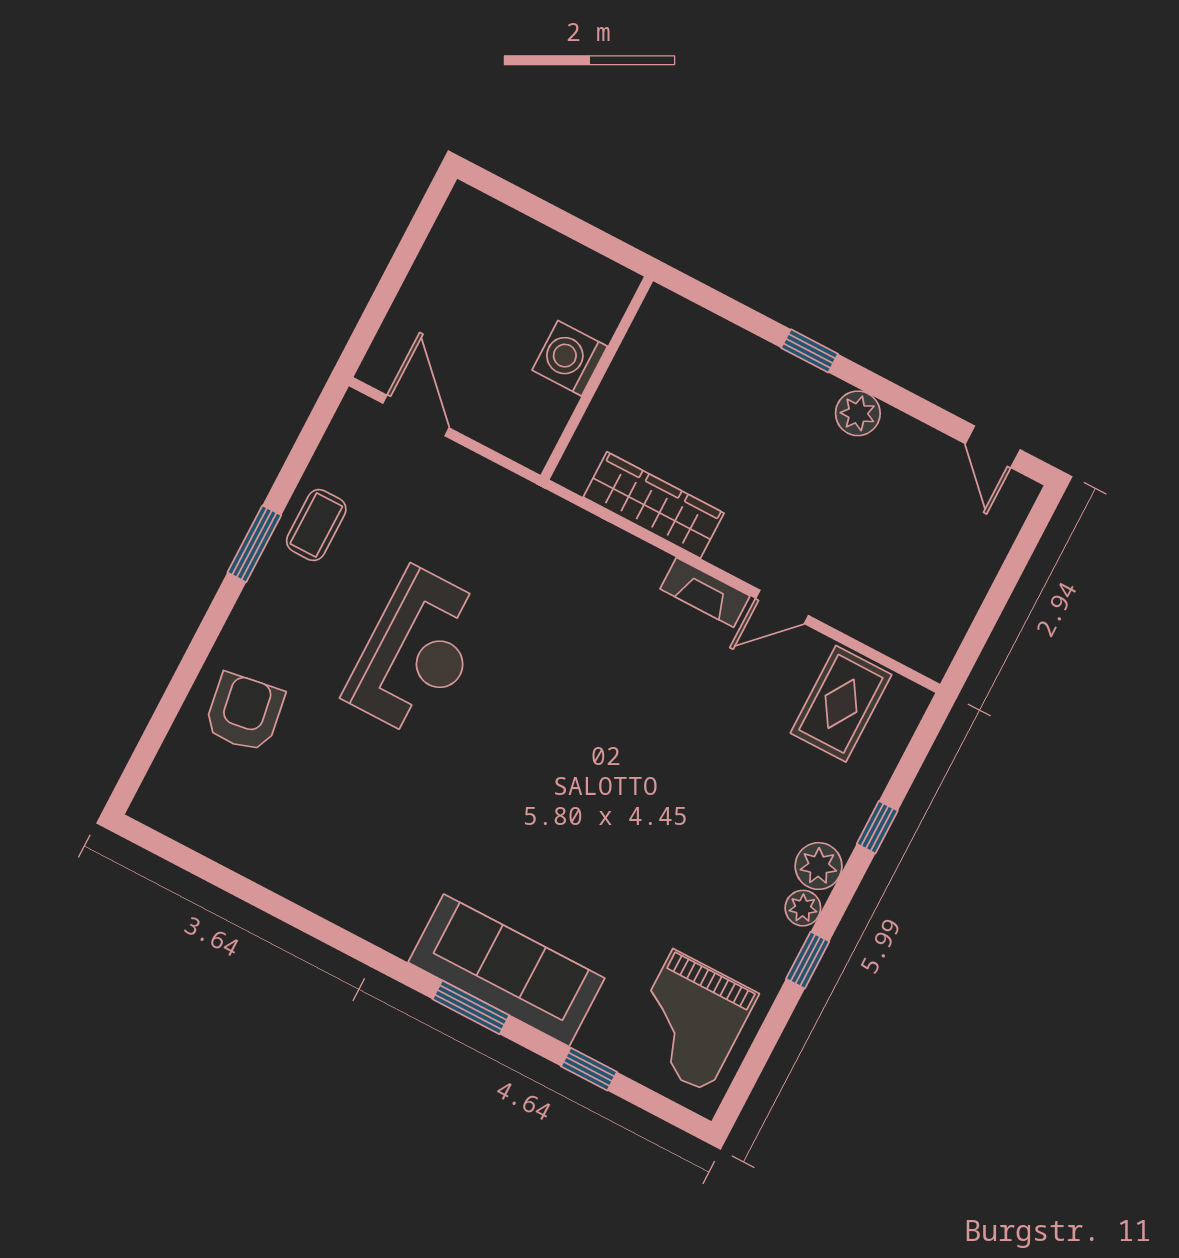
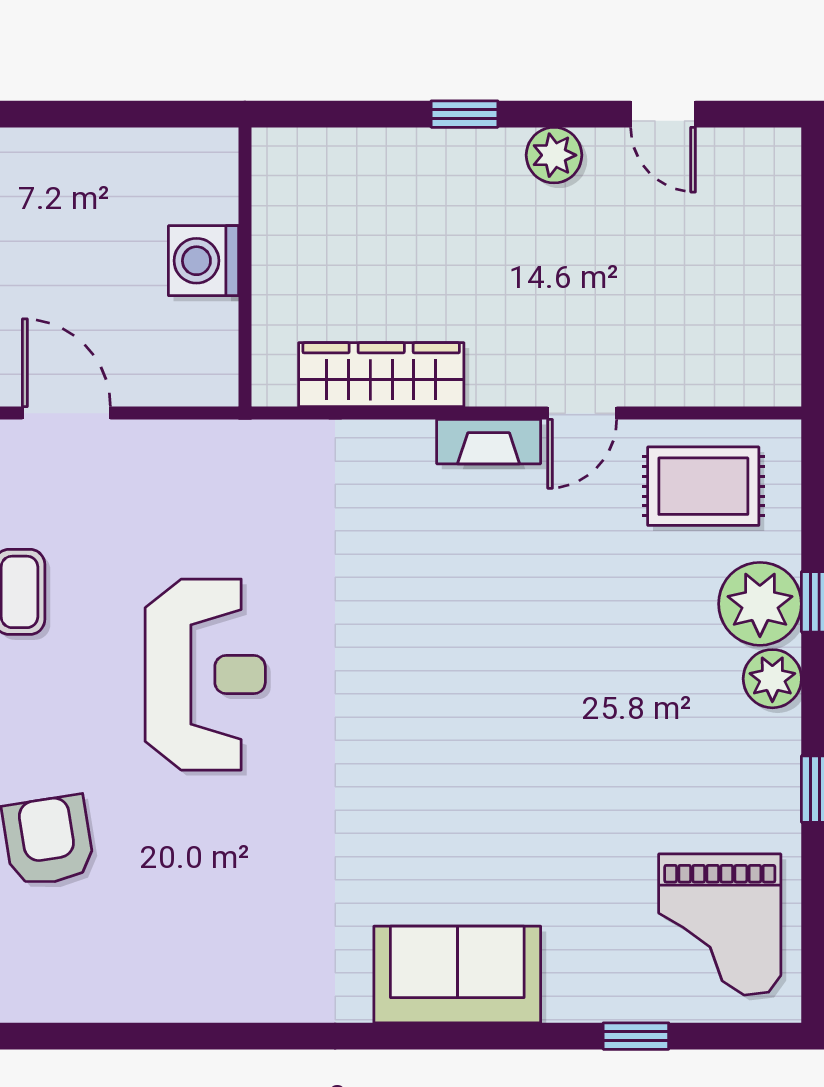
door: (993, 447) -> (663, 114), moved
rug: (841, 704) -> (703, 486), turned 90
plant: (803, 908) -> (760, 604), moved, width x1.88, depth x1.88
sofa: (506, 970) -> (457, 974), width x0.73
window: (471, 1007) -> (469, 1036), removed

